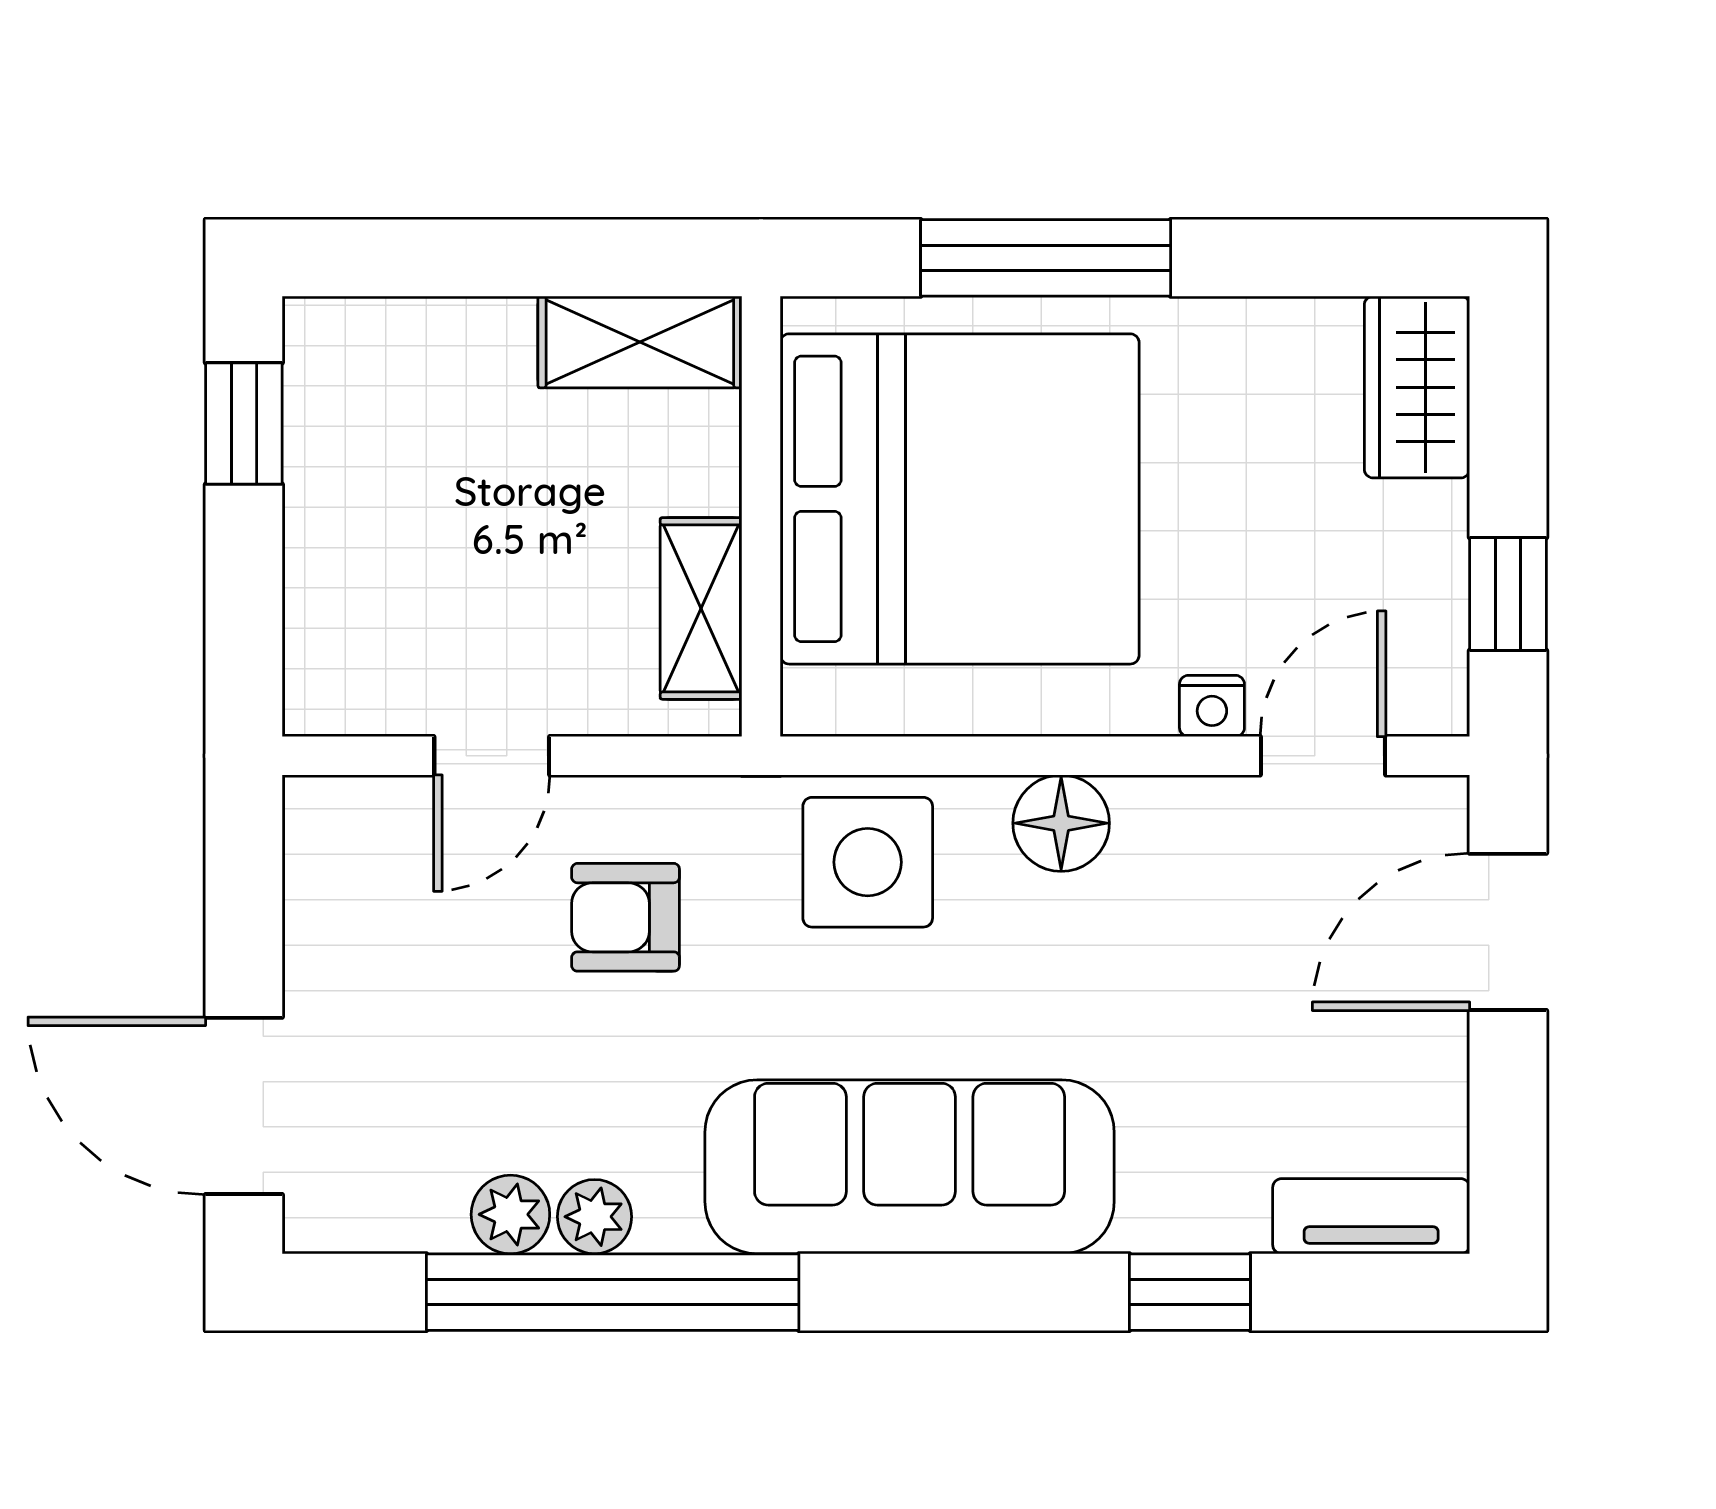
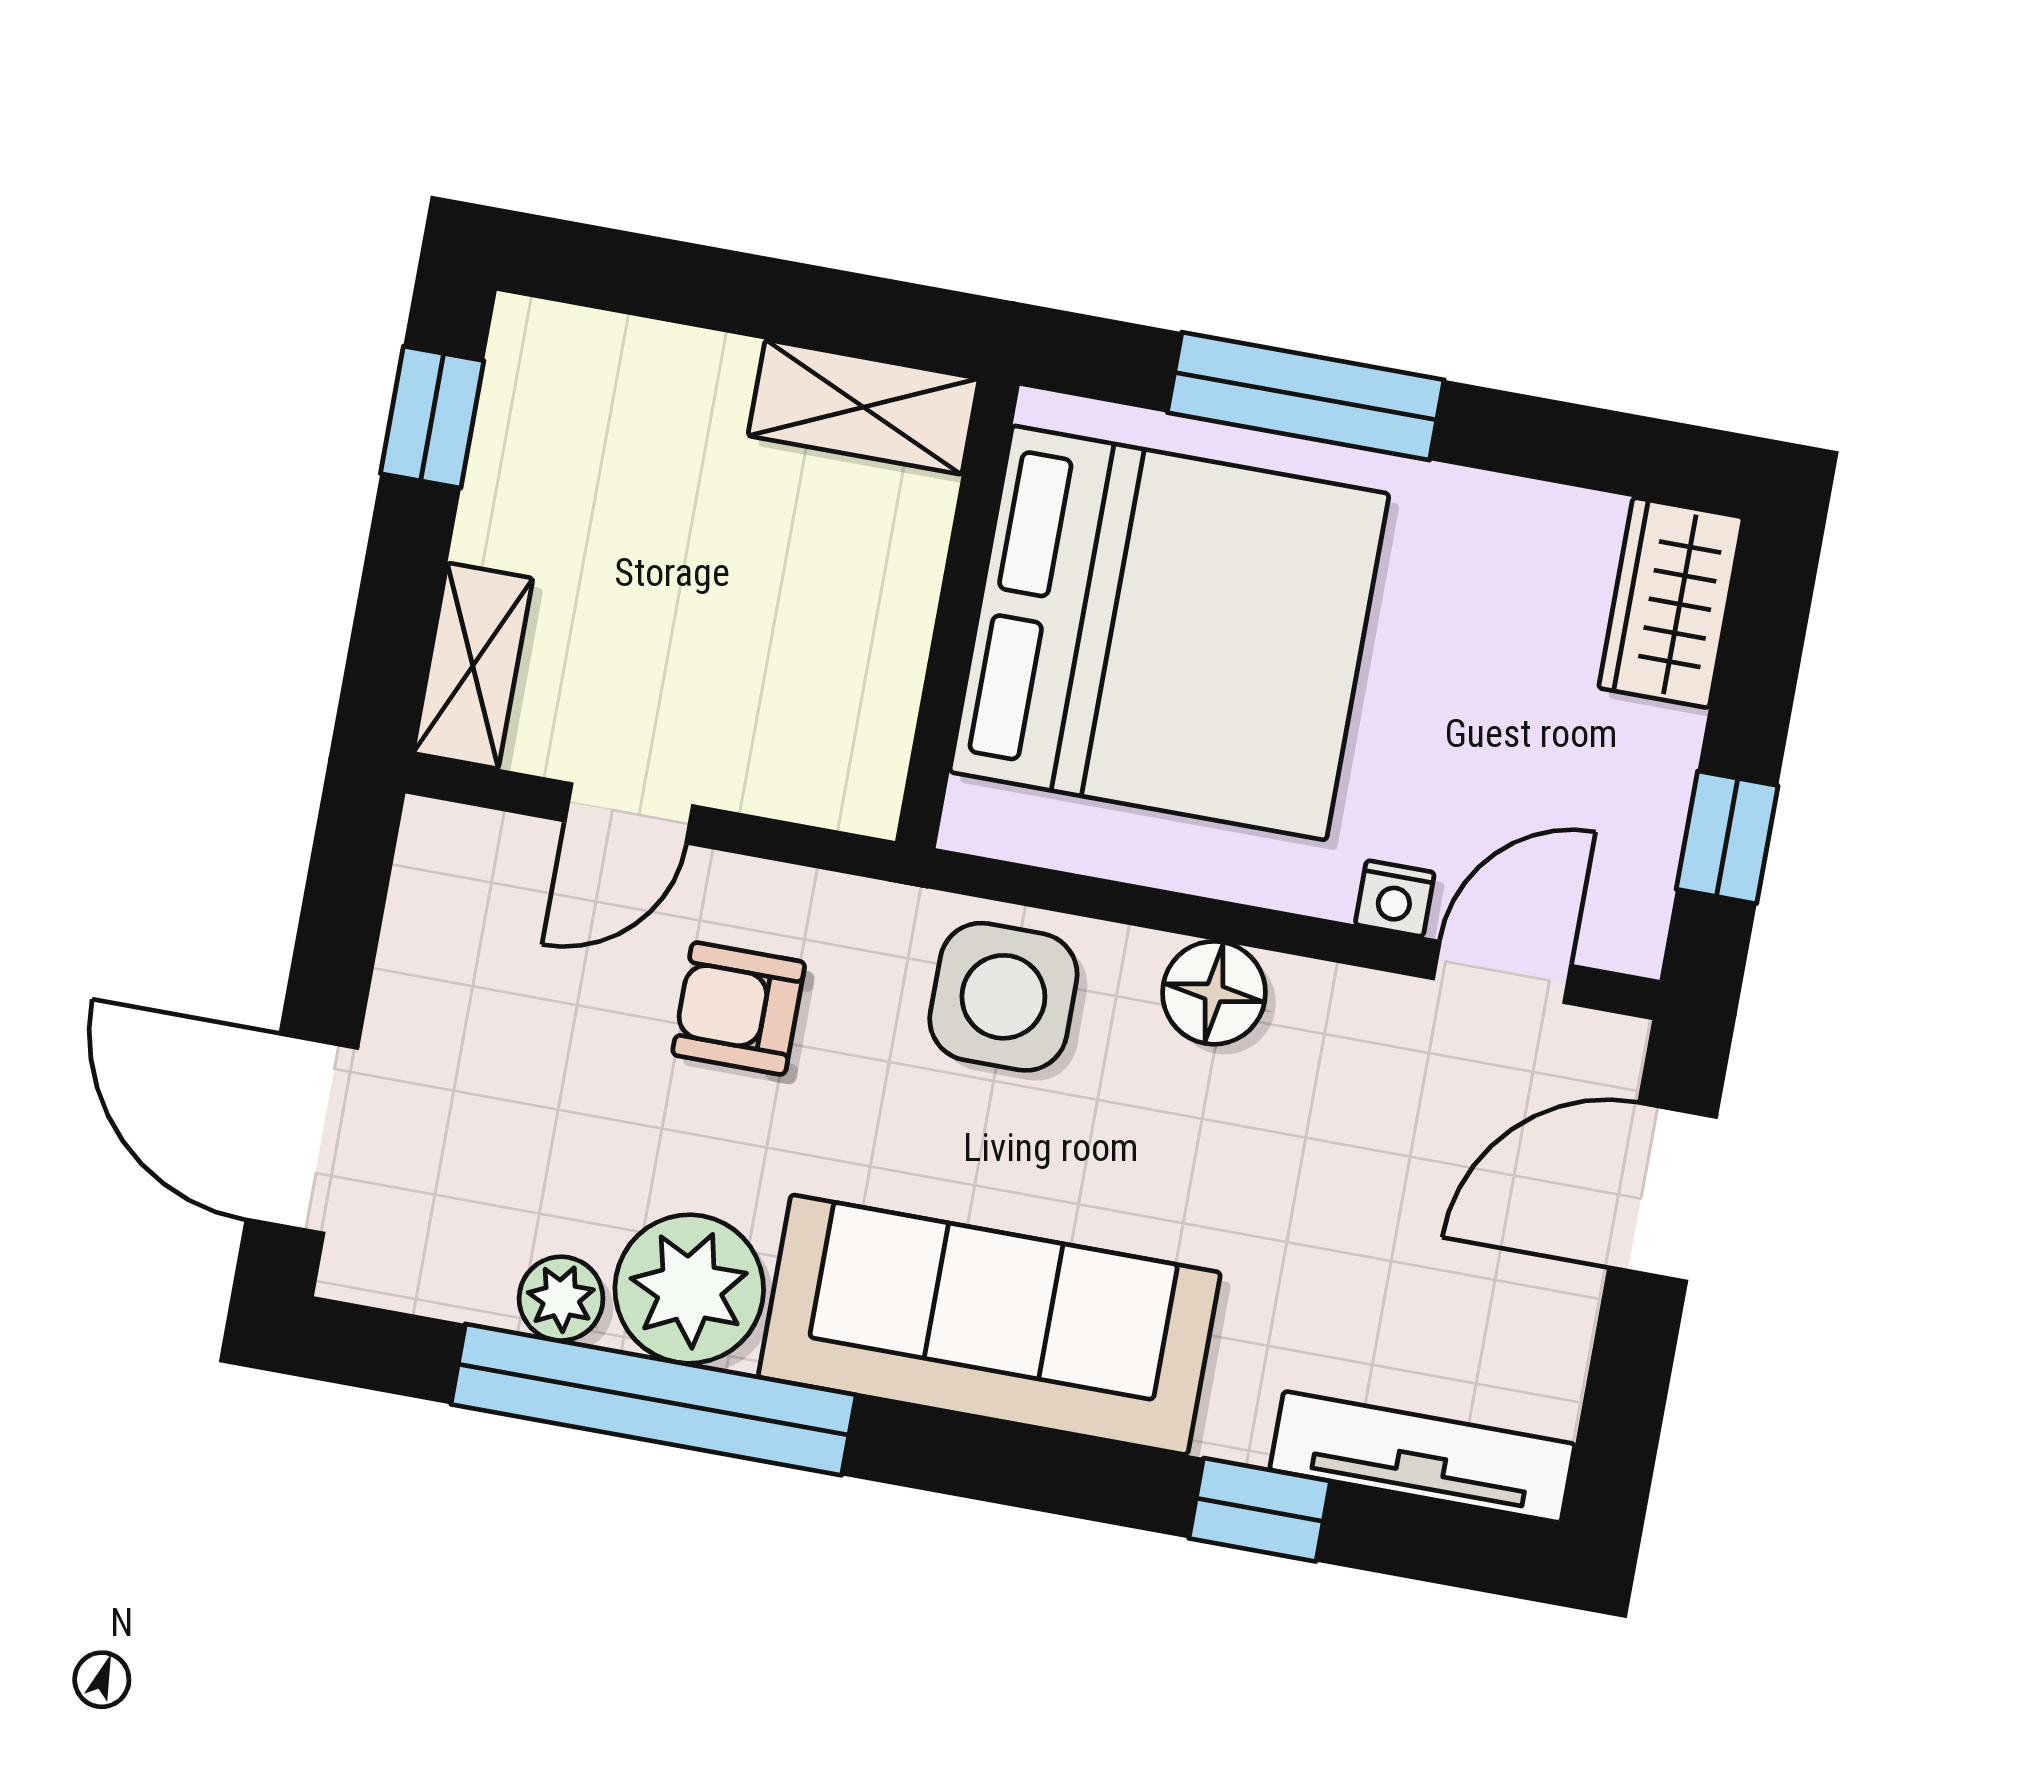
shelving: (701, 608) -> (473, 666), moved
tv unit: (1371, 1216) -> (1422, 1457), width x1.41
plant: (595, 1217) -> (689, 1289), width x1.88, depth x1.88

